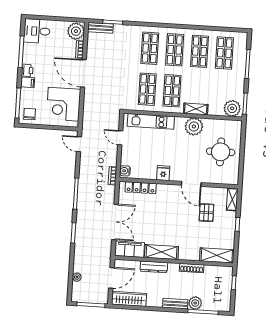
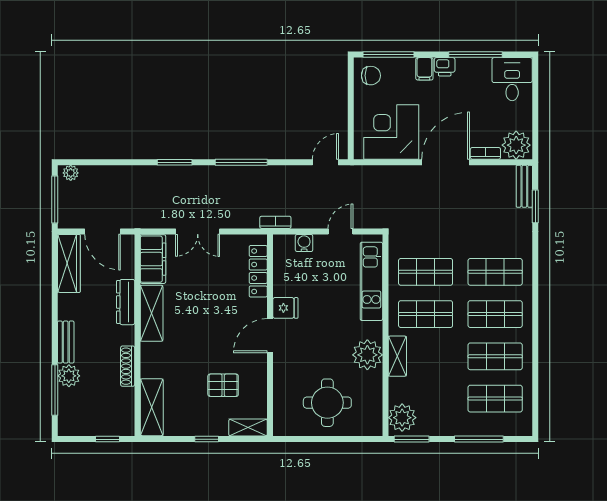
water cooler: (125, 171) -> (304, 243), moved
door: (191, 184) -> (270, 336), moved
double door: (115, 222) -> (198, 231), width x0.73
plant: (77, 277) -> (71, 173), moved

